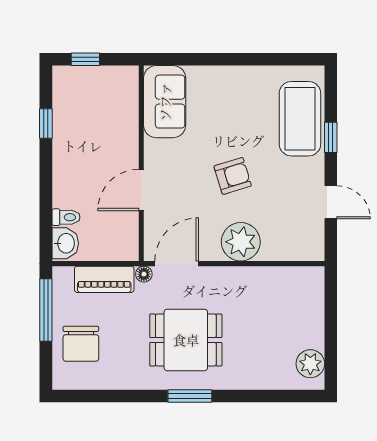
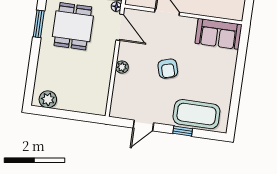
plant: (241, 242) -> (122, 67), width x0.53, depth x0.53

